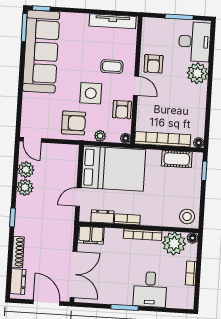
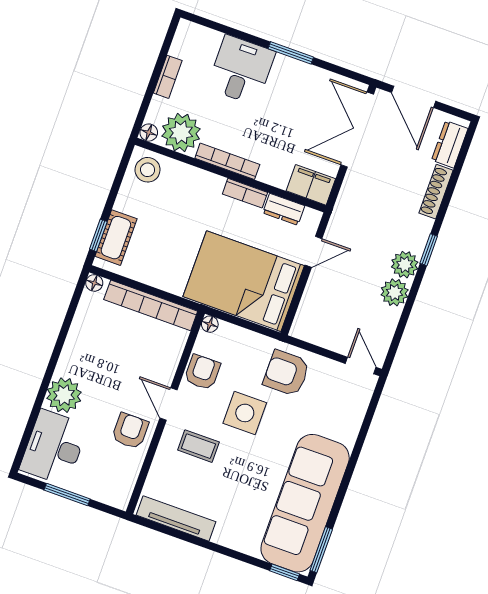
plant: (100, 136) -> (250, 340), removed
cot: (177, 159) -> (116, 238), moved, turned 90
plant: (26, 170) -> (405, 265), moved

